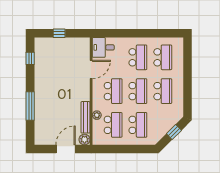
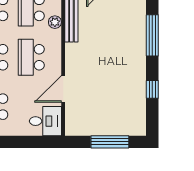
window: (59, 33) -> (110, 142), width x2.17
window: (30, 58) -> (152, 89), moved

